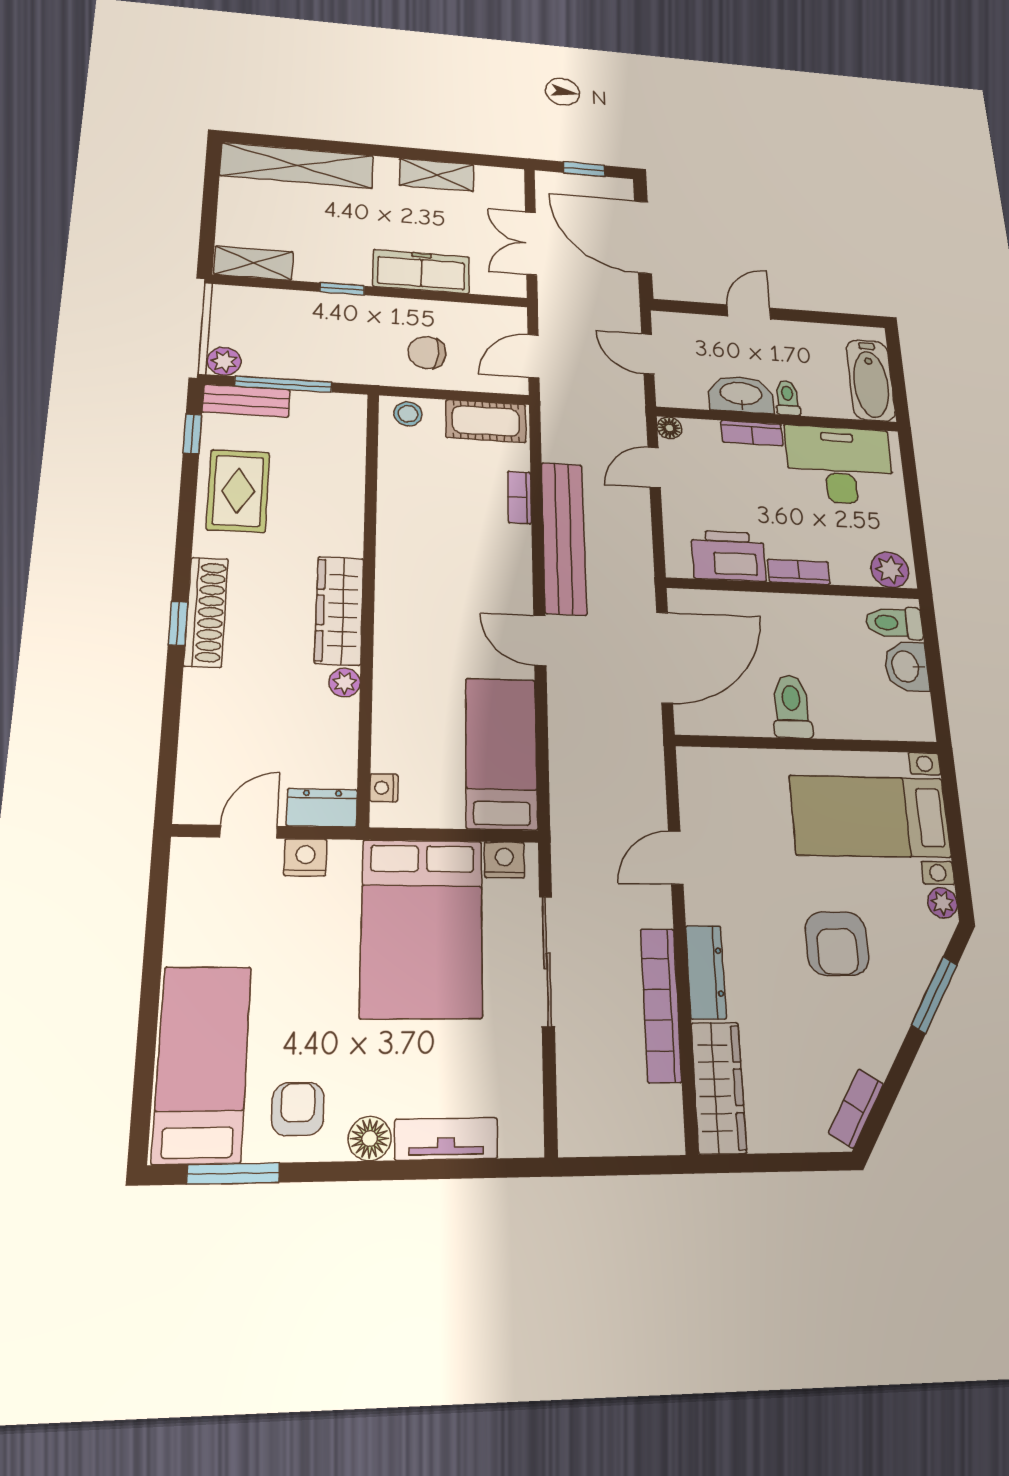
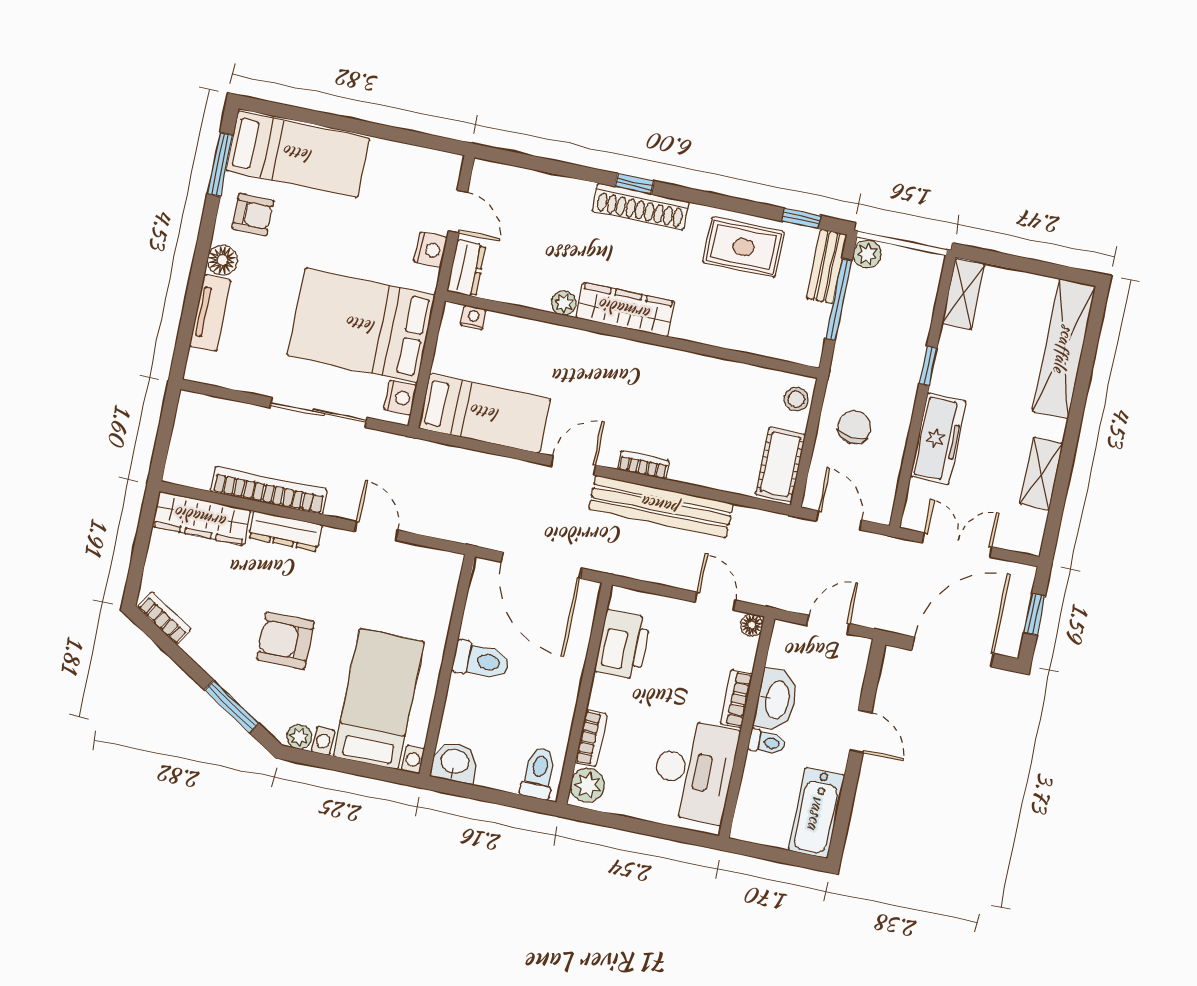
bathtub: (871, 380) -> (817, 813), moved, turned -90
bookcase: (519, 497) -> (643, 465), moved
bookcase: (799, 572) -> (591, 738), moved
washbasin: (906, 667) -> (455, 762), moved

